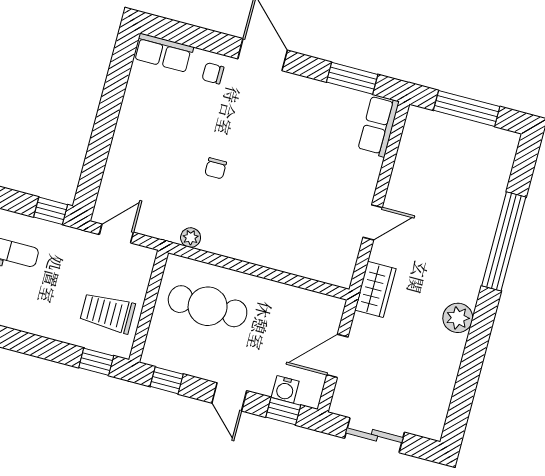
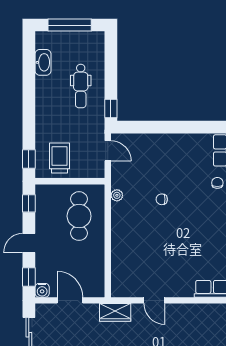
water cooler: (285, 389) -> (42, 290), moved, turned -90

